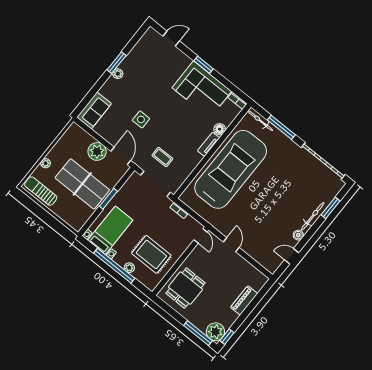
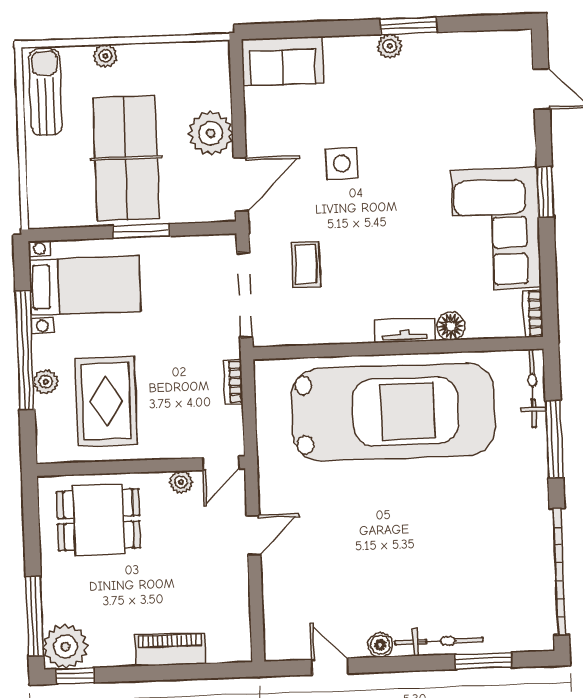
plant: (196, 253) -> (181, 482), added

